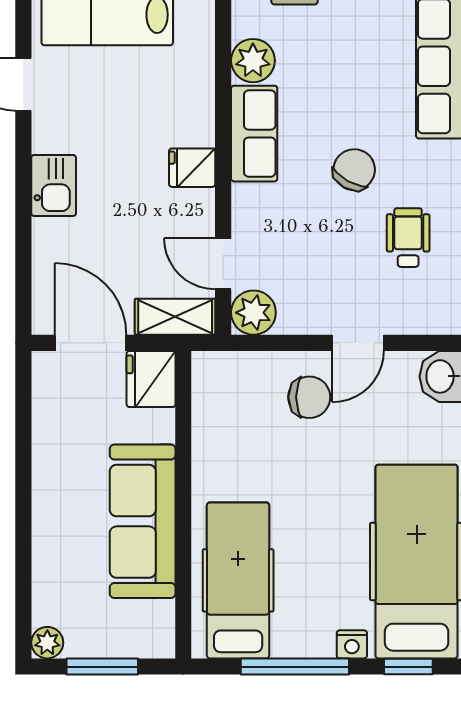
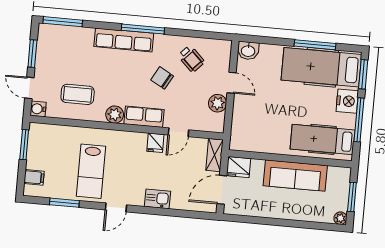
wheelchair: (408, 238) -> (191, 59), turned -136
door: (223, 264) -> (178, 132), moved
plant: (253, 313) -> (218, 103), moved
chair: (309, 397) -> (252, 104), removed
nightstand: (352, 644) -> (347, 101), width x1.89, depth x1.79
window: (408, 667) -> (363, 74), width x1.50

